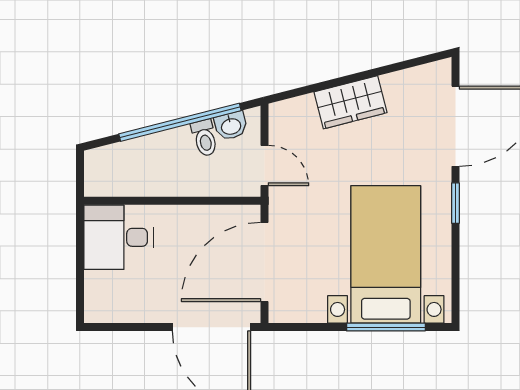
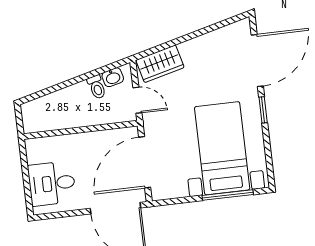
wardrobe: (350, 102) -> (160, 64), moved
window: (180, 122) -> (80, 79), removed
desk: (118, 237) -> (52, 184), moved

